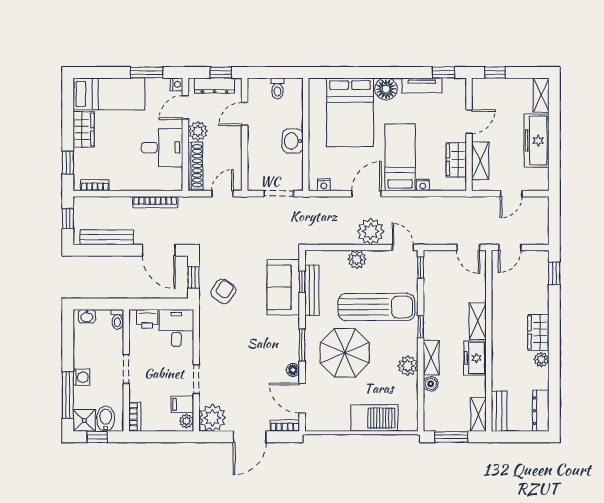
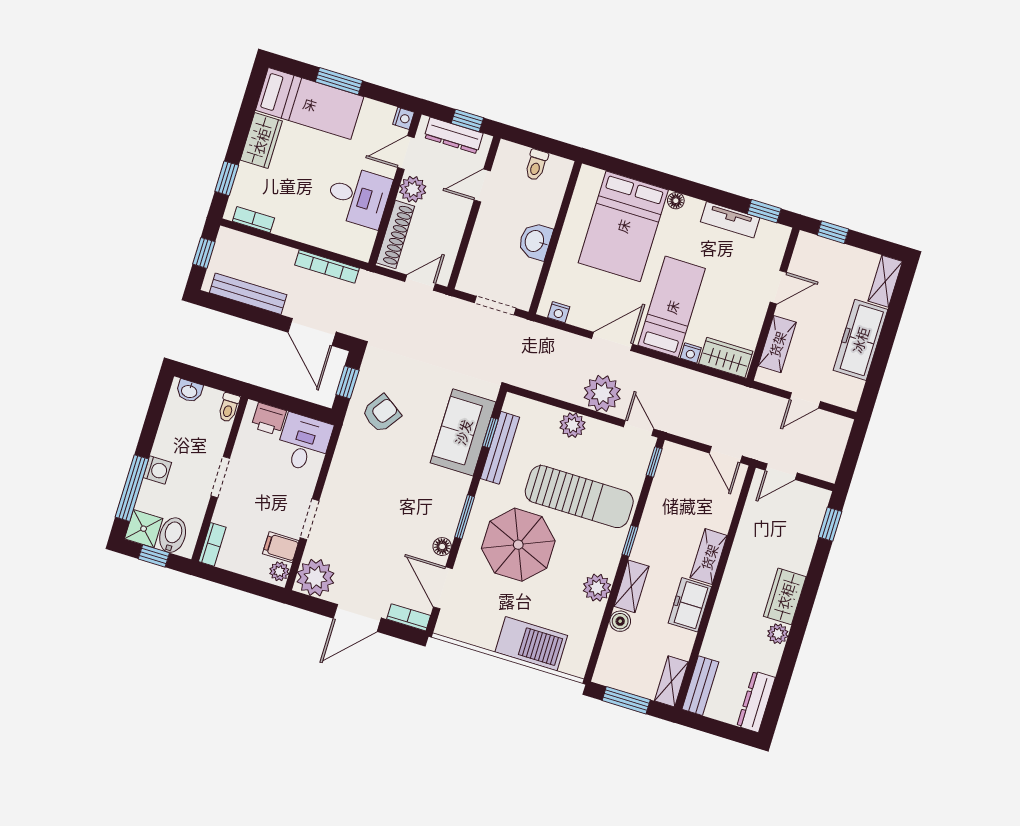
window: (147, 72) -> (339, 81), moved
floor lamp: (386, 89) -> (676, 201), width x0.53, depth x0.53
wardrobe: (456, 160) -> (726, 358), moved, turned 90

